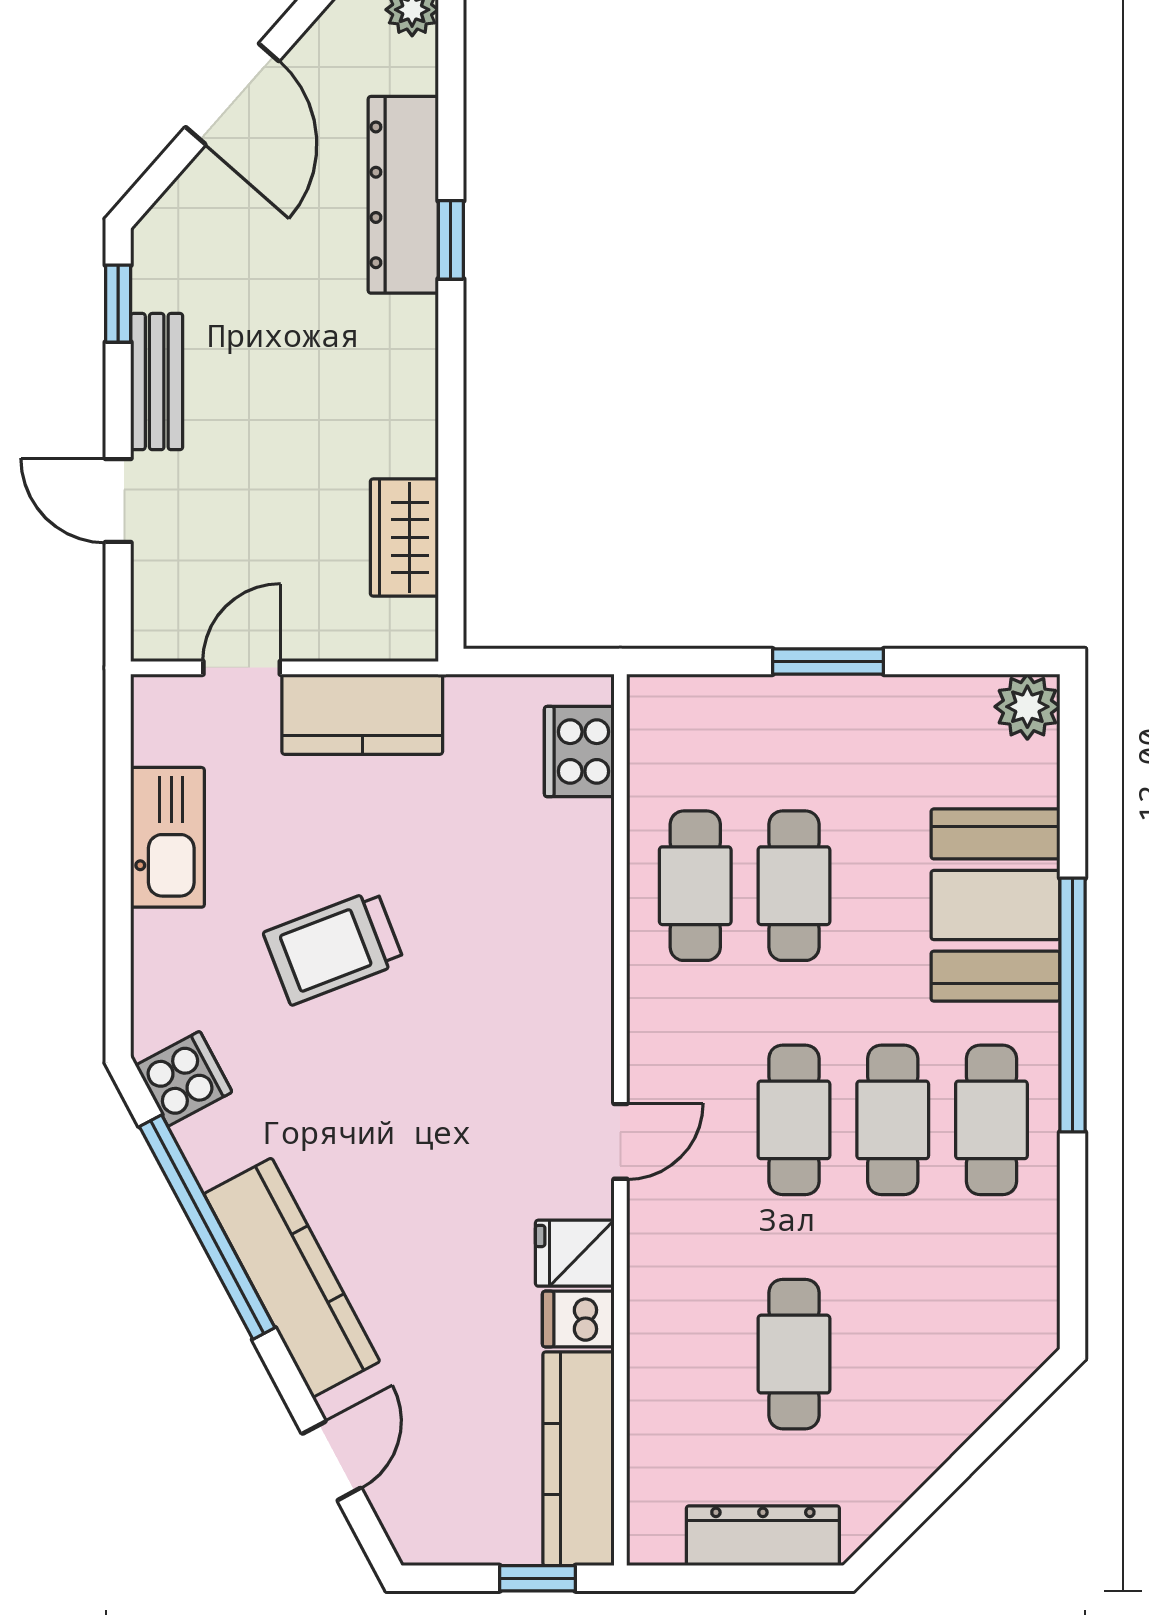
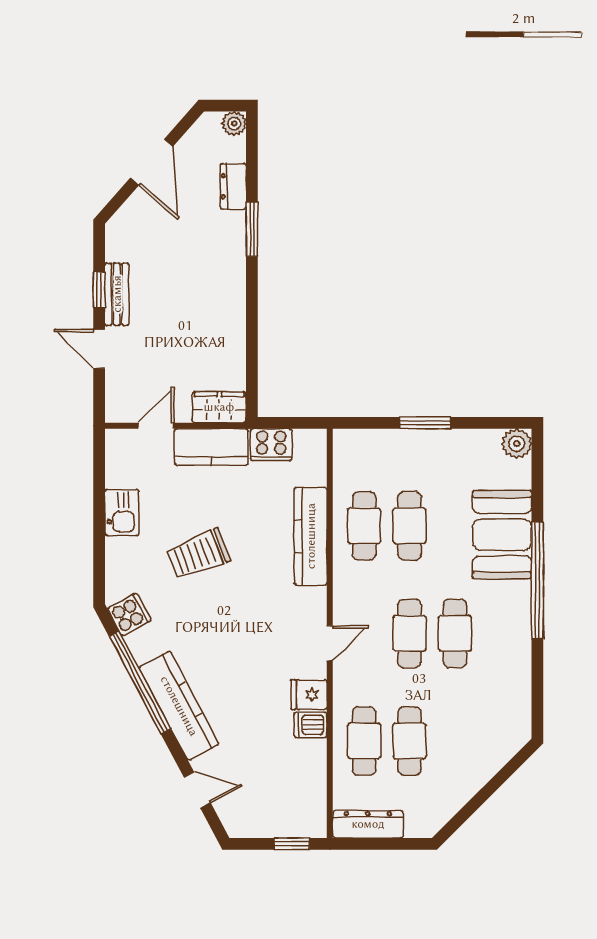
dresser: (403, 195) -> (233, 186), width x0.51, depth x0.80
window: (451, 240) -> (252, 229), width x1.50
window: (118, 304) -> (99, 290), moved
wardrobe: (404, 537) -> (219, 407), moved, turned 90
cooker: (579, 752) -> (271, 445), moved, turned -90
kitchen sink: (168, 837) -> (122, 512), width x0.73
cafe table: (991, 1120) -> (364, 741), moved
kitchen counter: (579, 1459) -> (311, 536), moved
door: (332, 1461) -> (197, 790), hinge flipped
dresser: (763, 1536) -> (368, 824), moved

